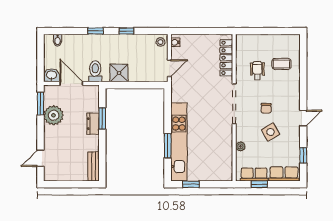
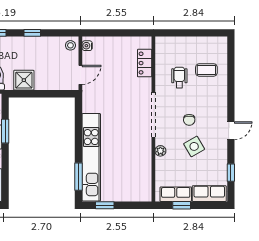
locker: (226, 58) -> (145, 63), width x0.66
window: (168, 146) -> (79, 177), moved
plant: (240, 146) -> (160, 151), moved

